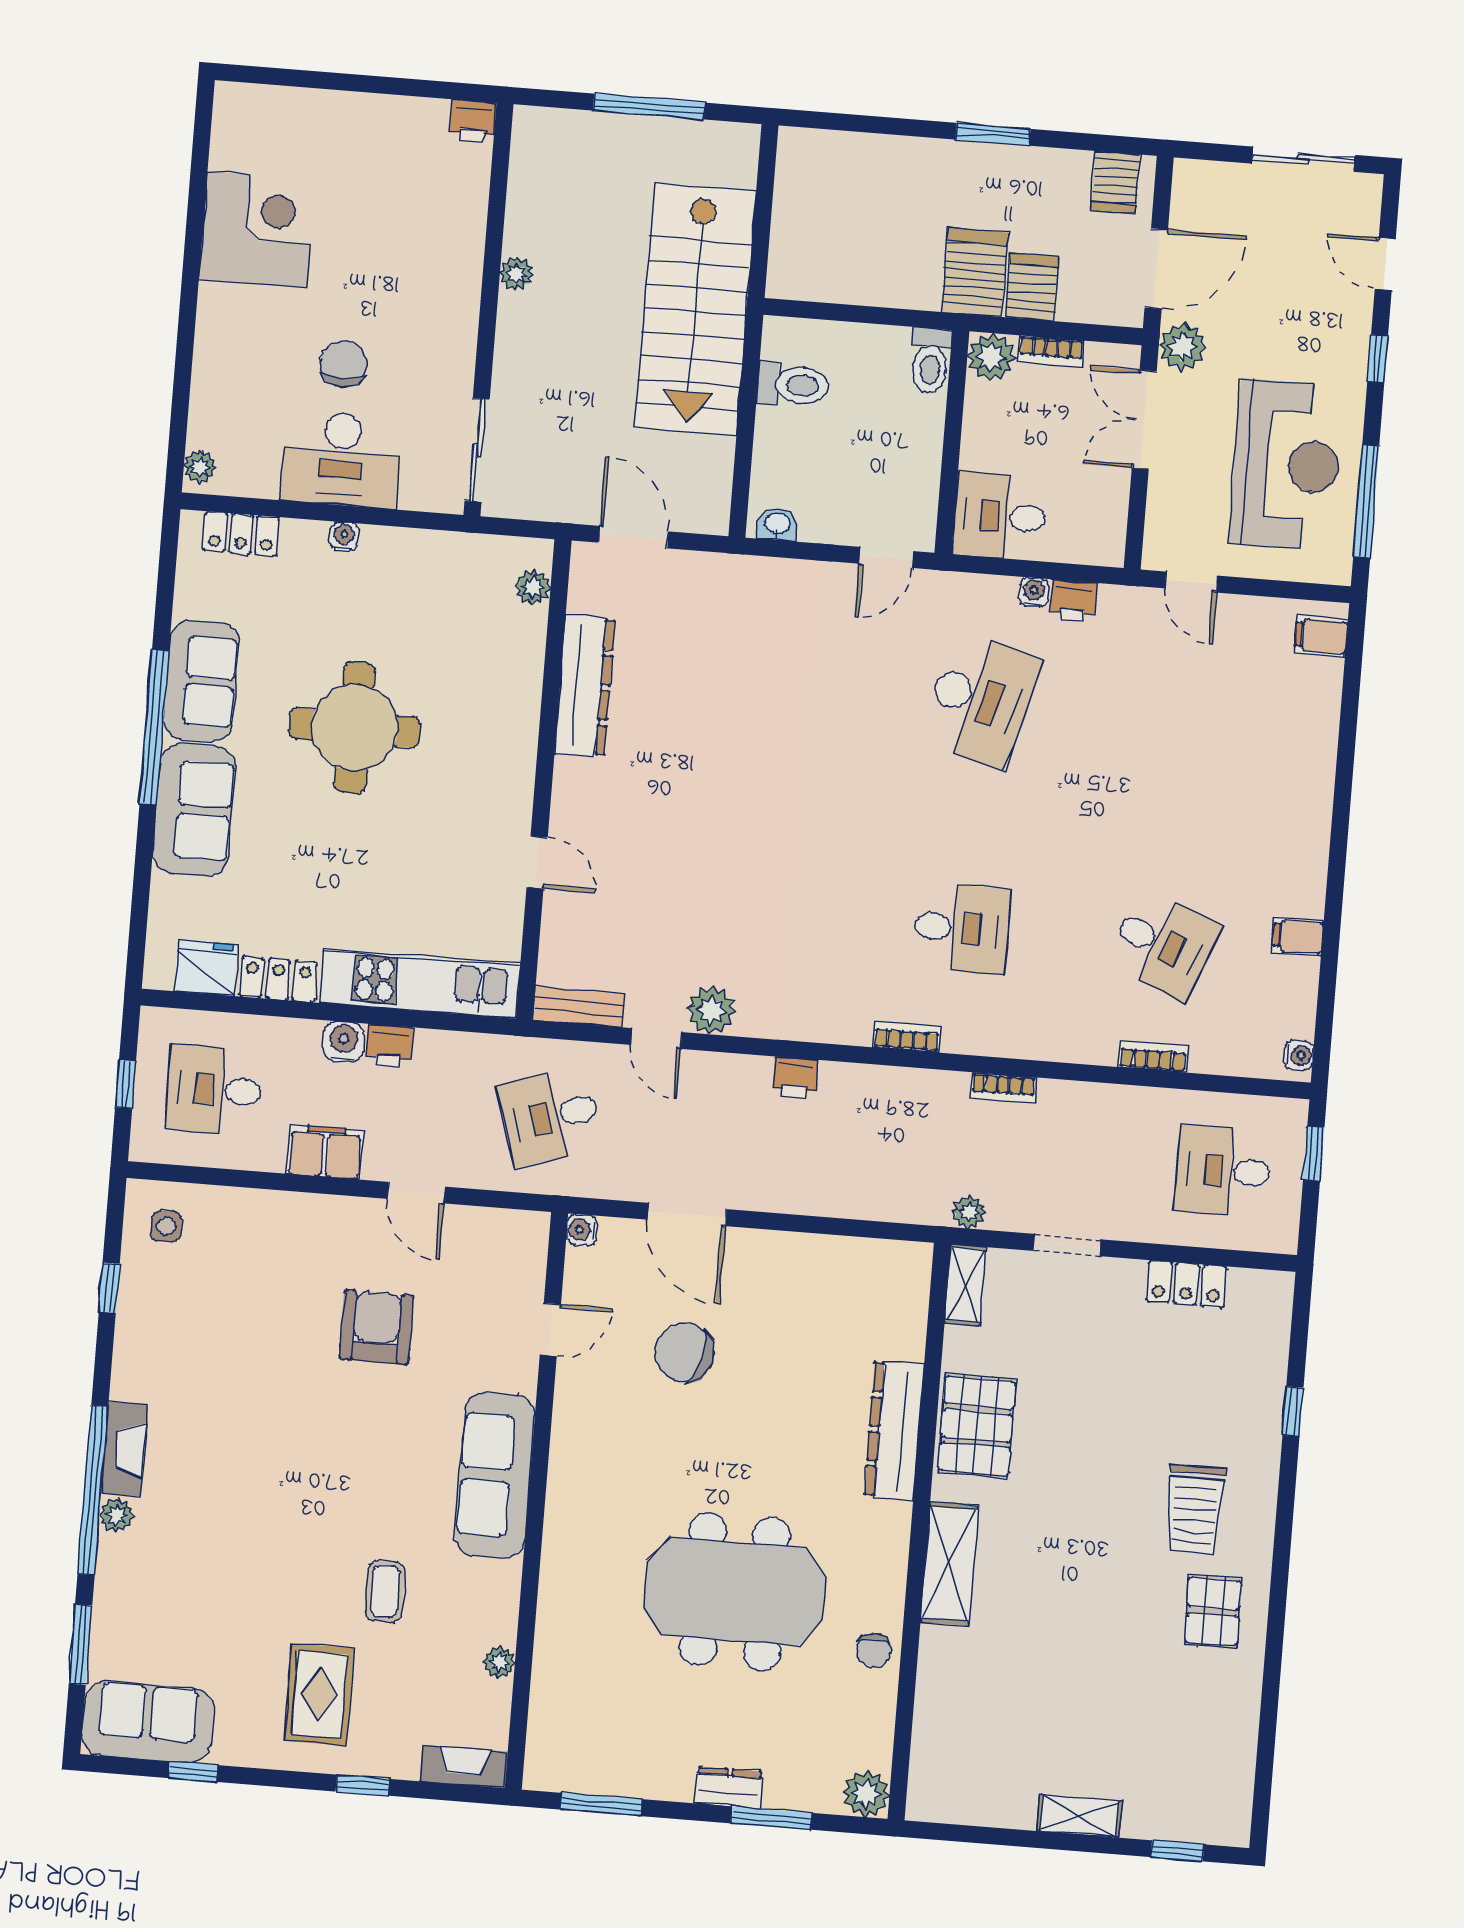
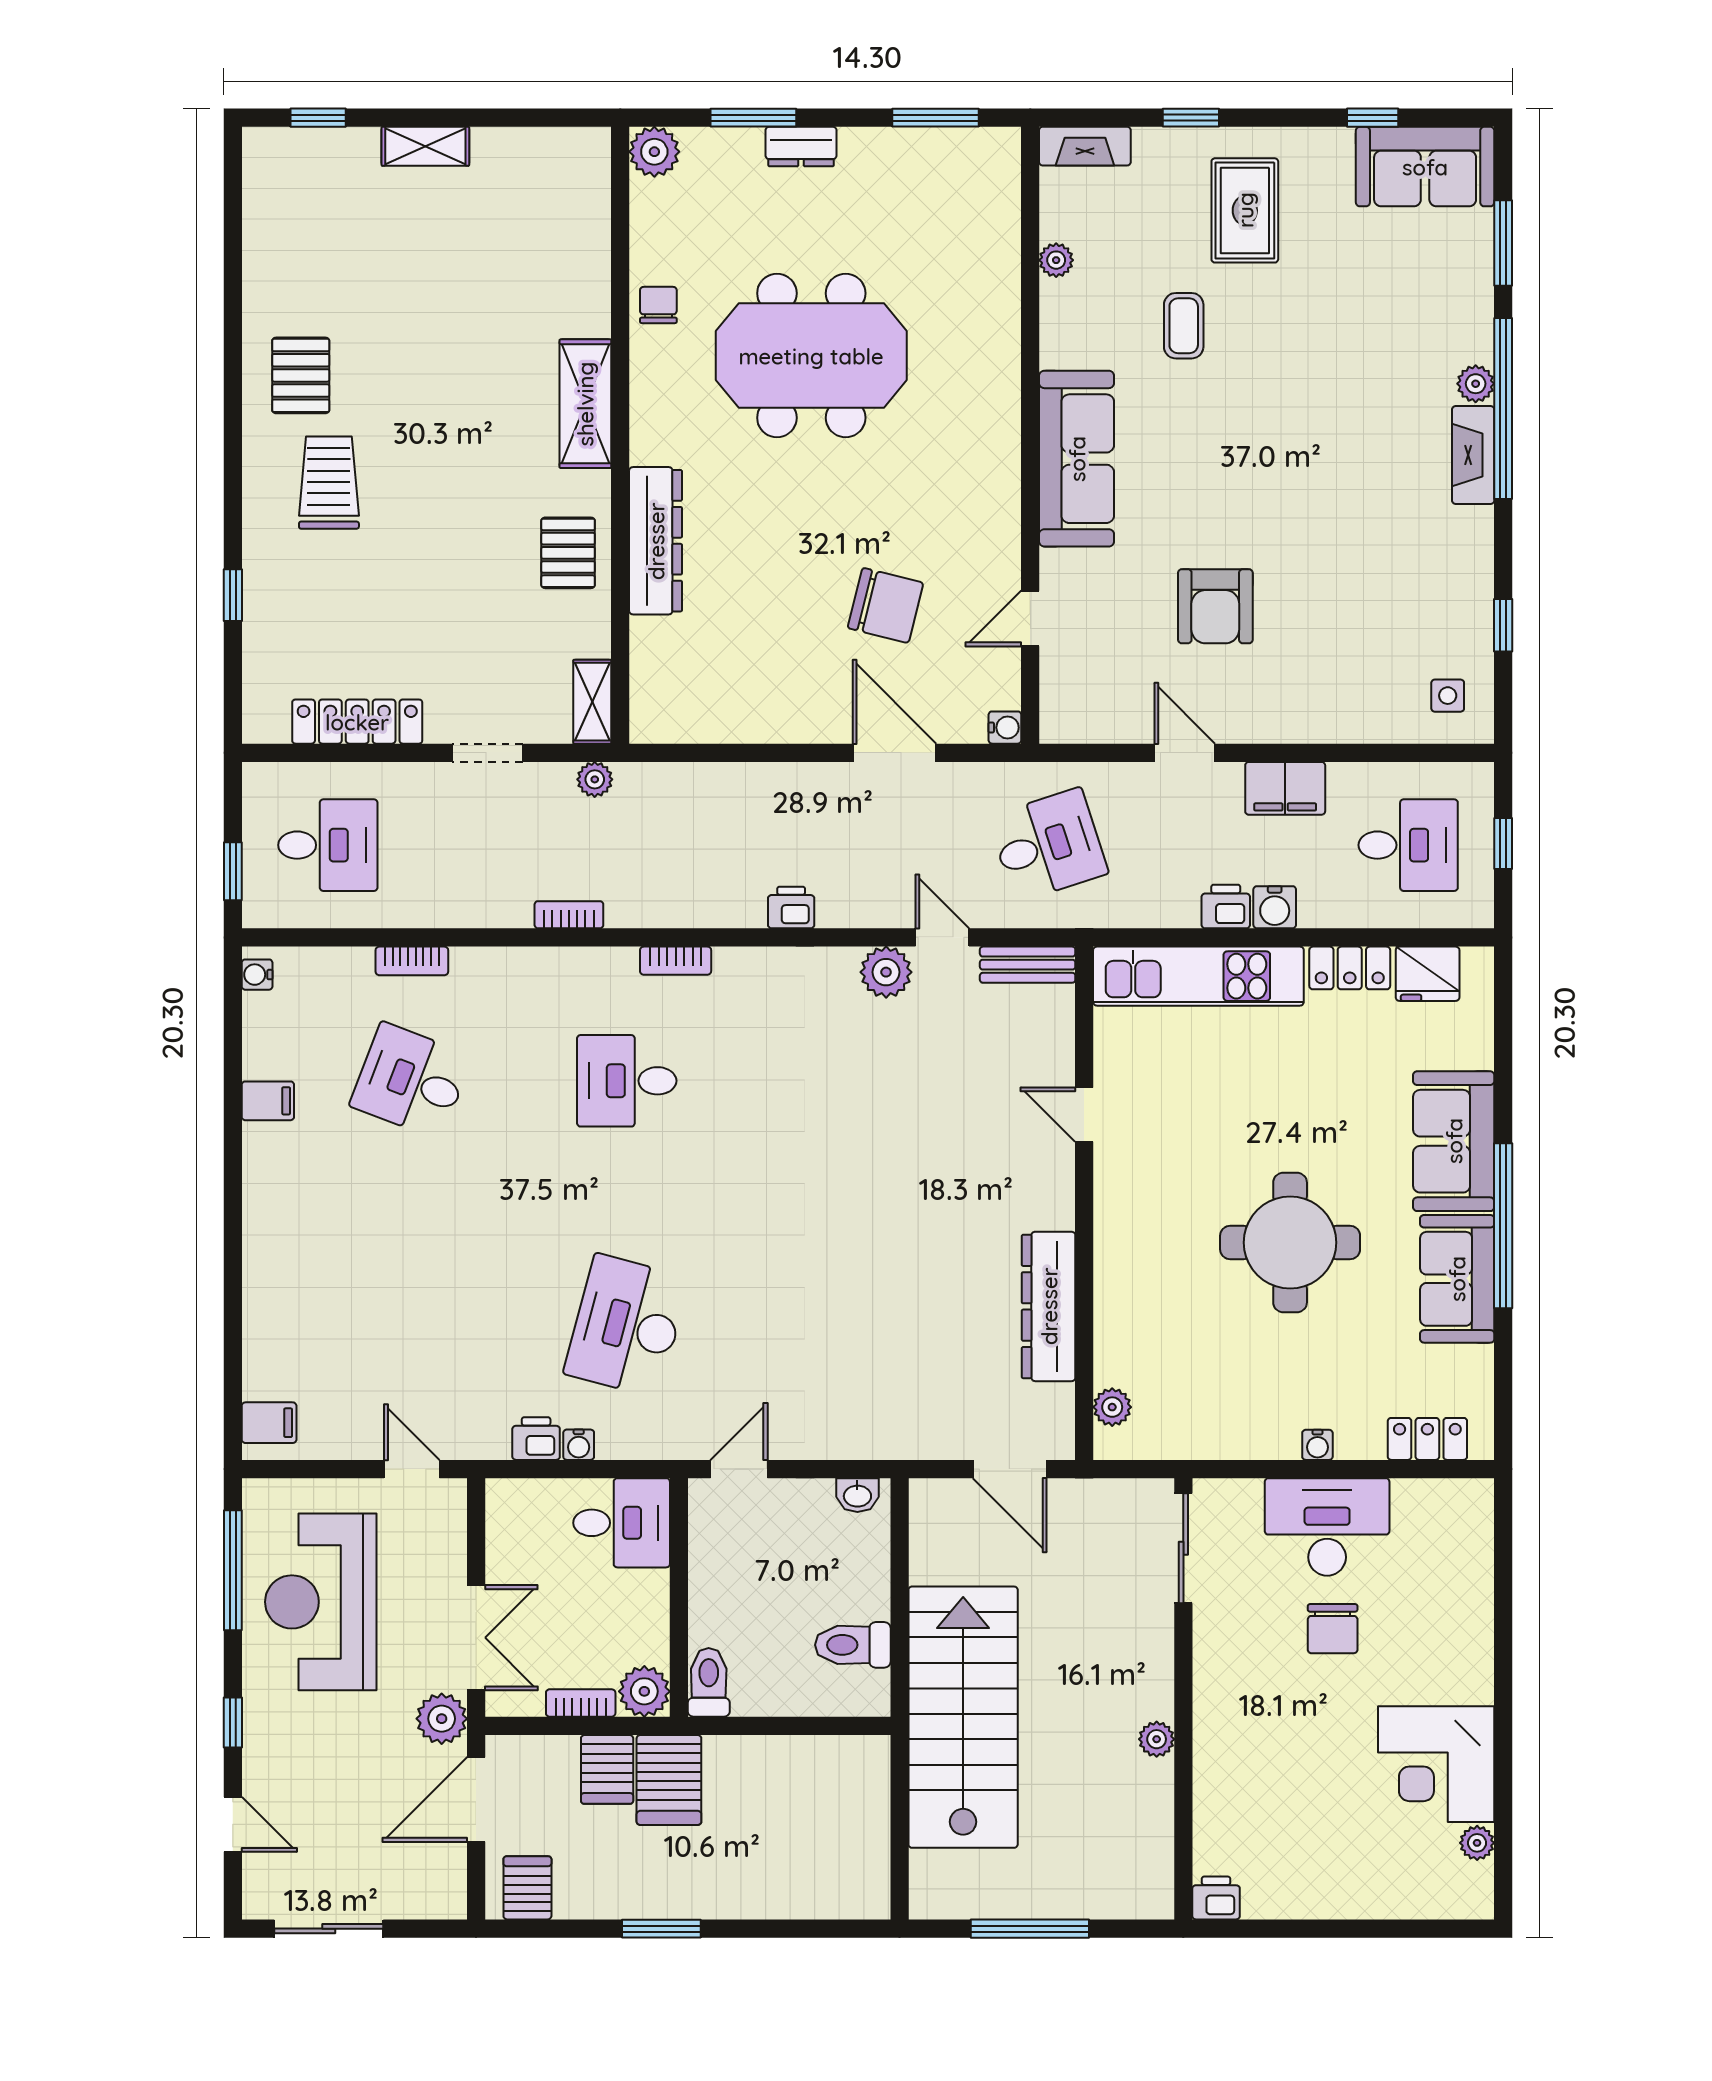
plant: (200, 467) -> (1477, 1843), moved
locker: (1186, 1284) -> (357, 722), width x1.53
pallet: (977, 1426) -> (568, 553), width x0.67, depth x0.71

